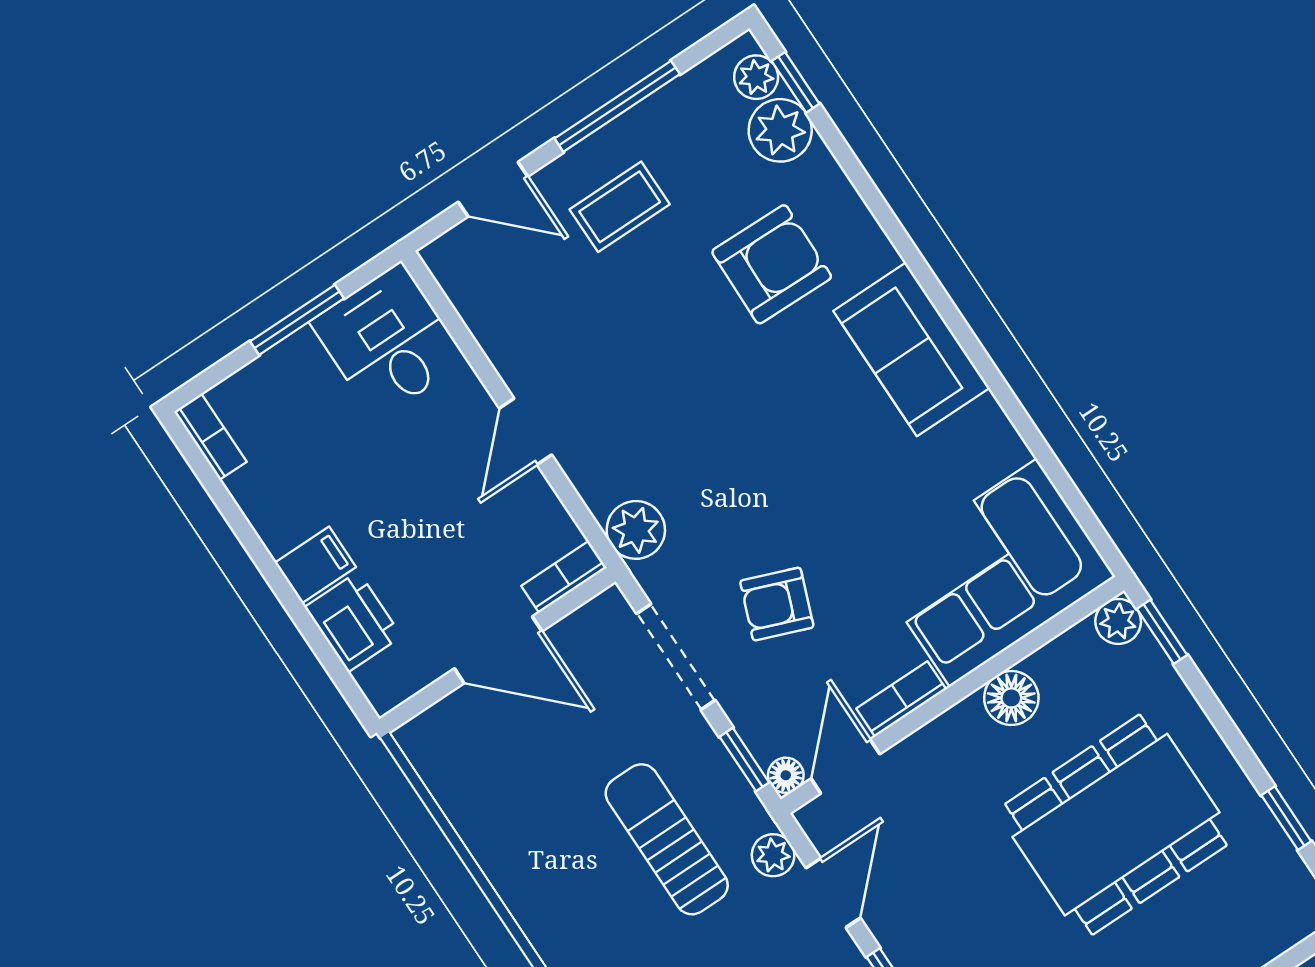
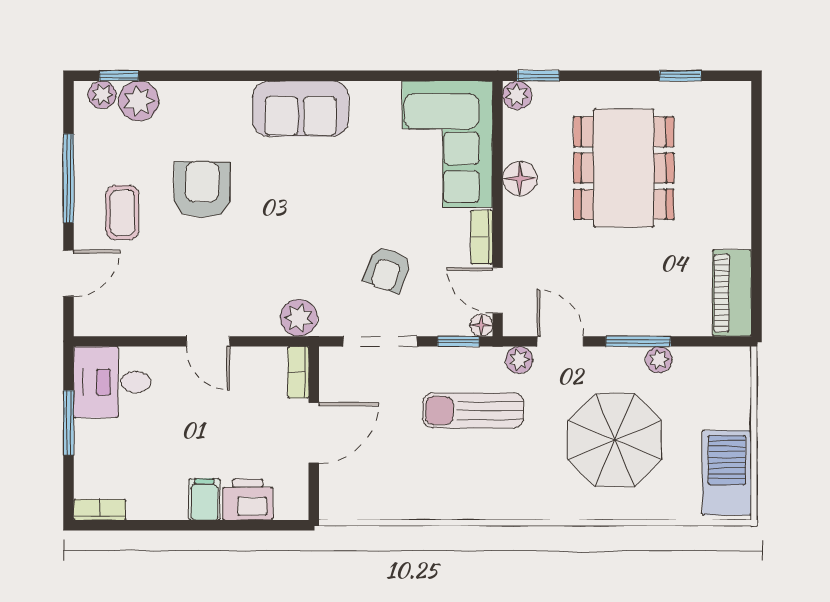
armchair: (772, 264) -> (202, 190), moved

